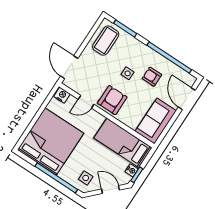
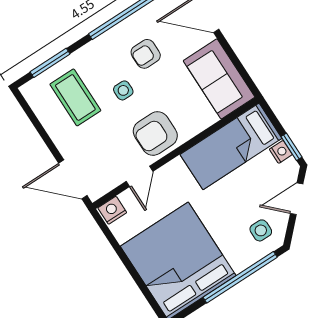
coffee table: (106, 41) -> (75, 97), moved
armchair: (112, 100) -> (155, 133), turned -90

